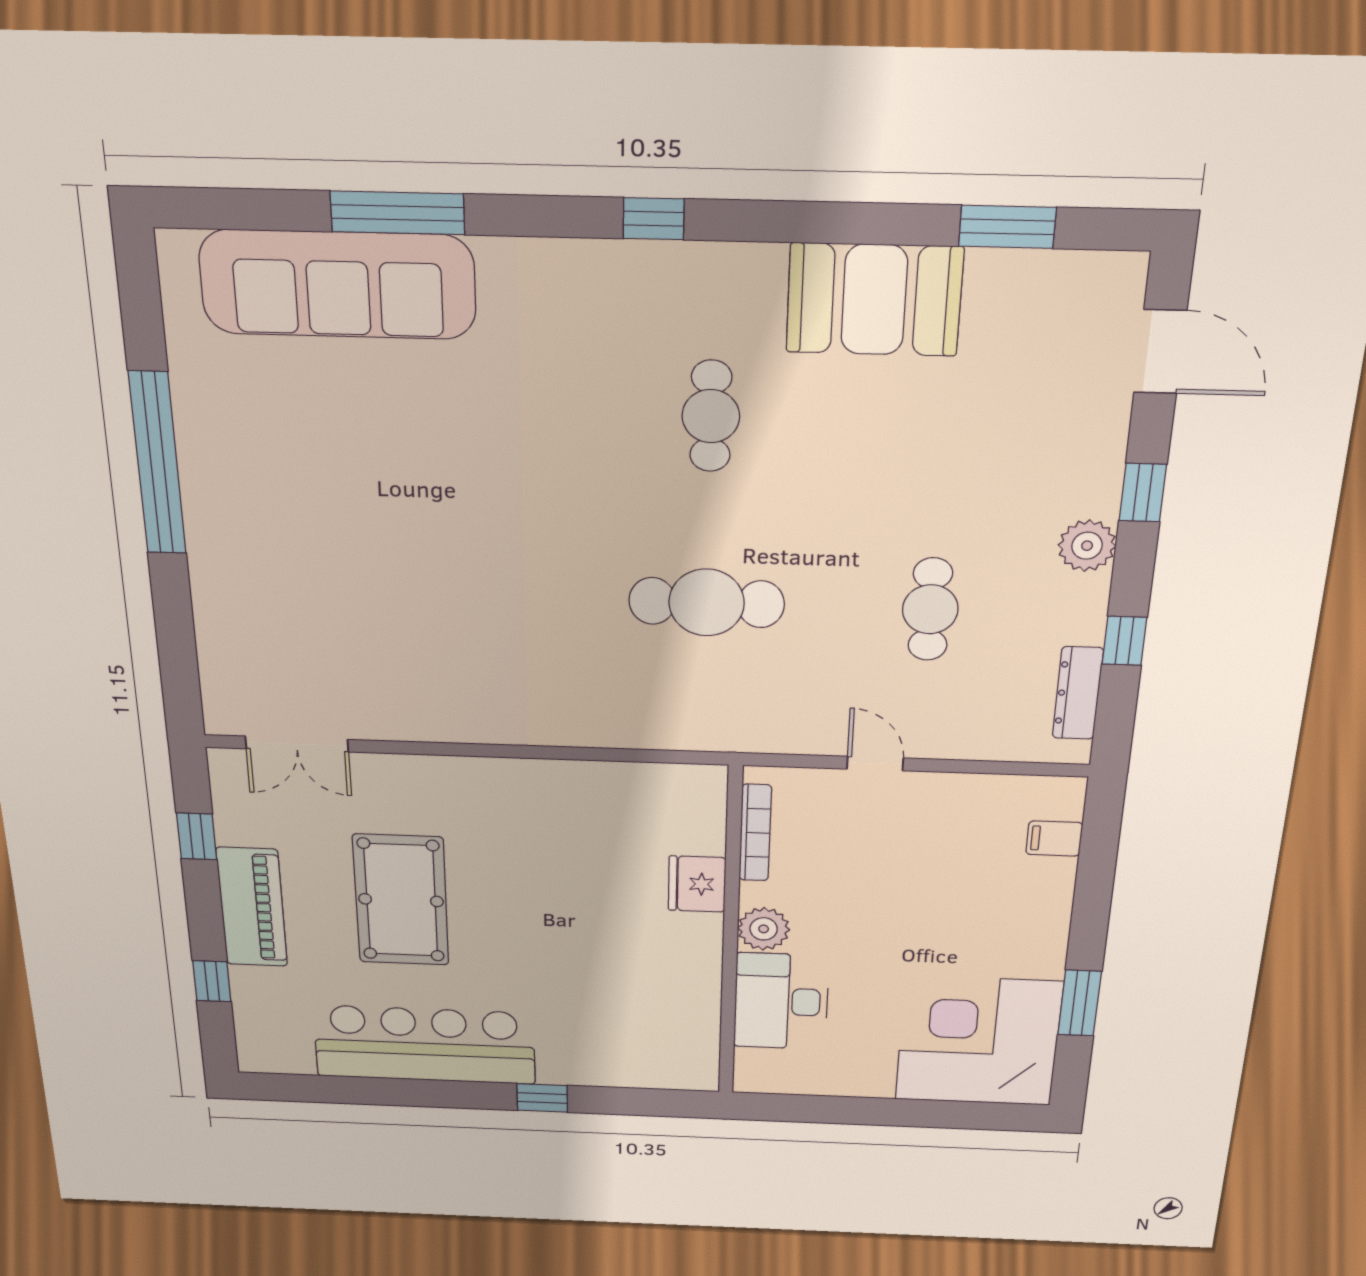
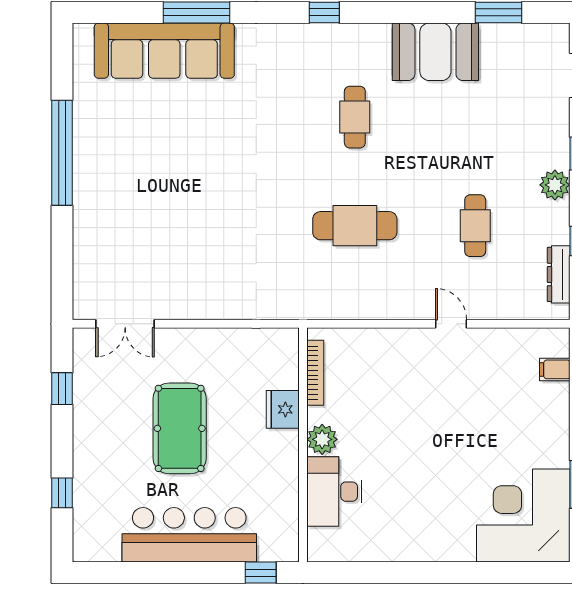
bookcase: (755, 833) -> (315, 373), moved
fridge: (697, 884) -> (283, 409), moved
piano: (252, 907) -> (91, 437), removed
plant: (764, 929) -> (322, 439), moved
wall: (731, 935) -> (303, 445), moved
desk: (781, 1001) -> (334, 492), moved

